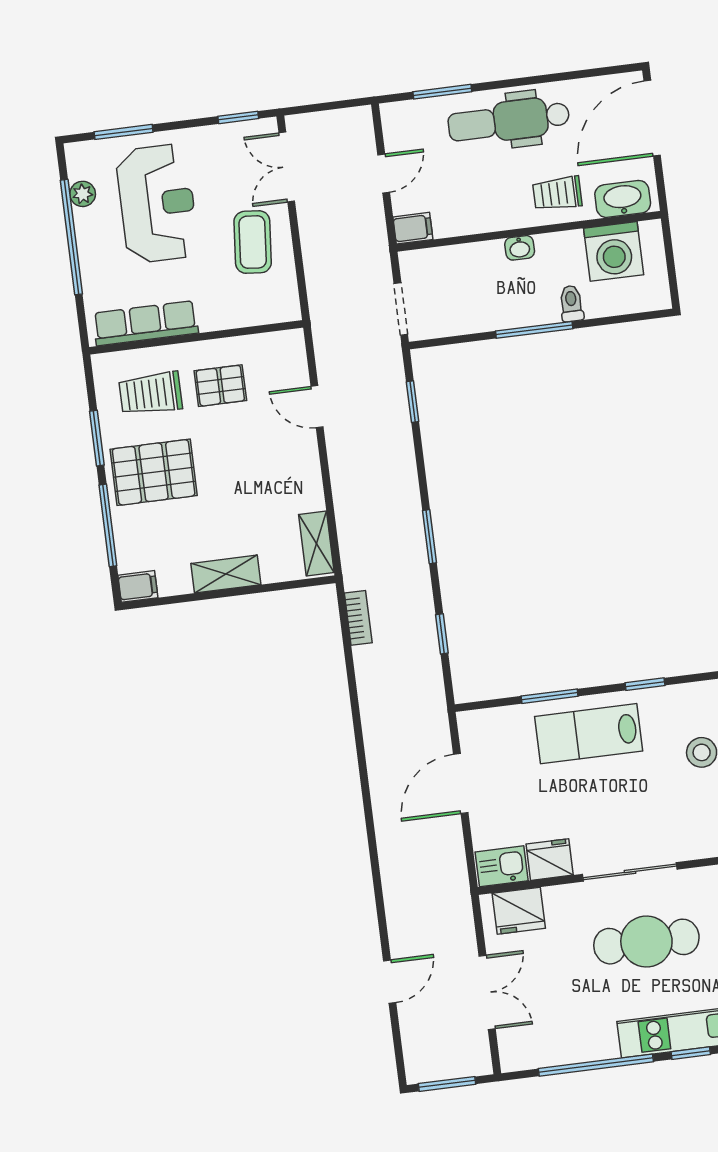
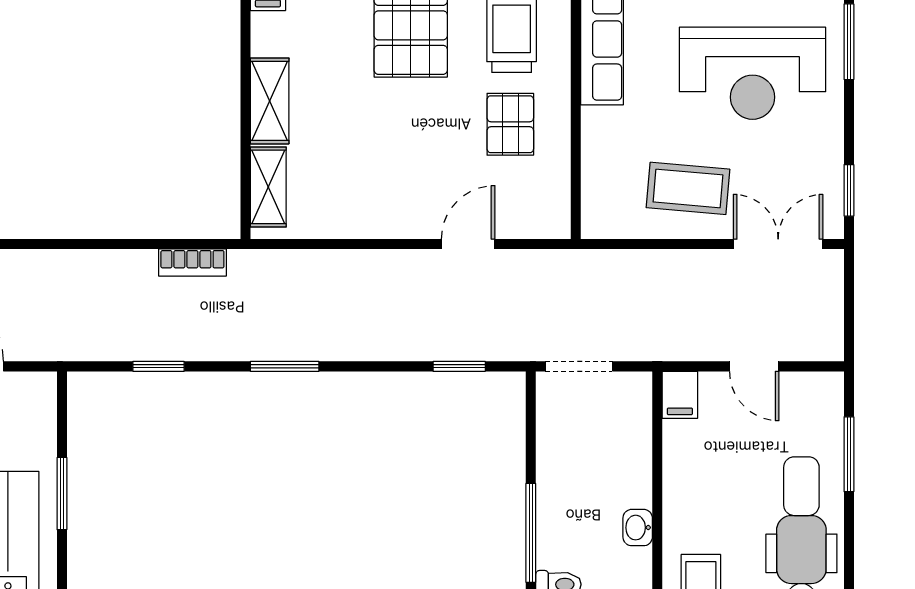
shelving: (316, 544) -> (268, 187), moved, turned 90

